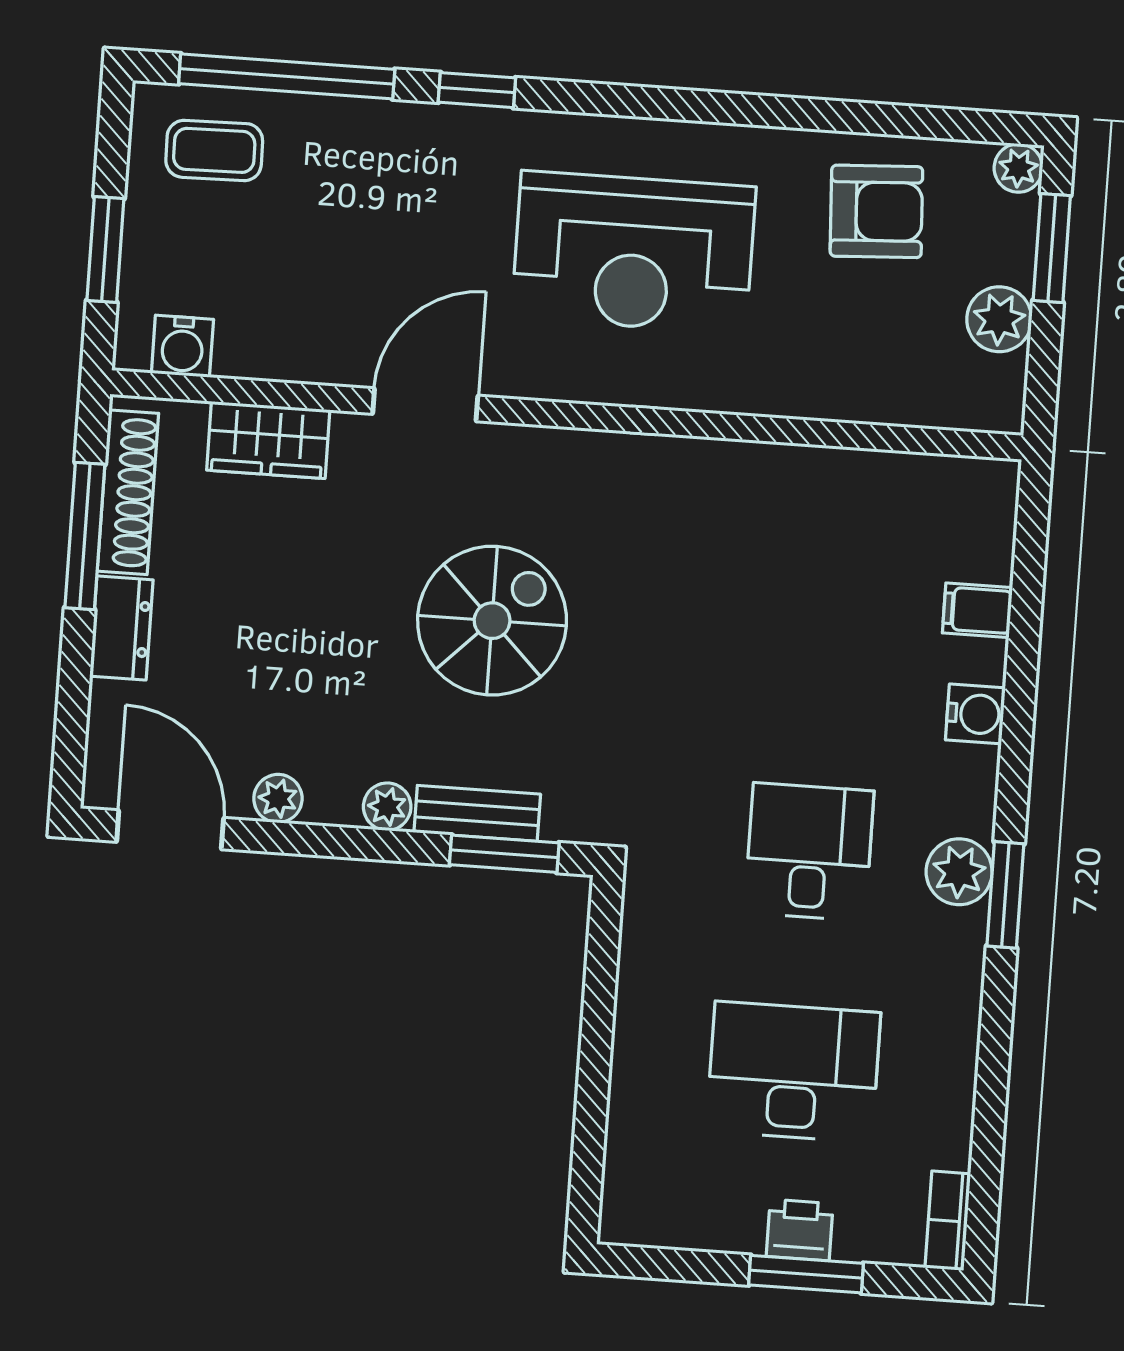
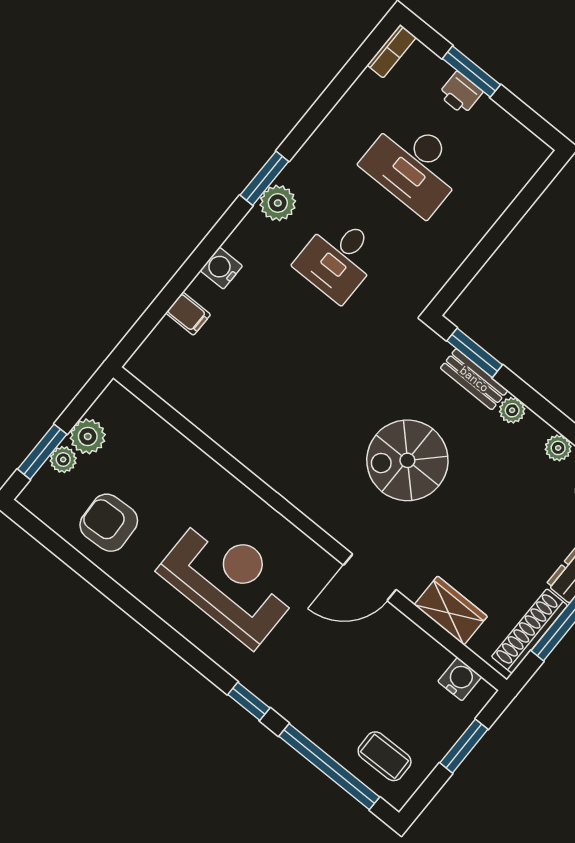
plant: (1018, 168) -> (63, 460), moved

